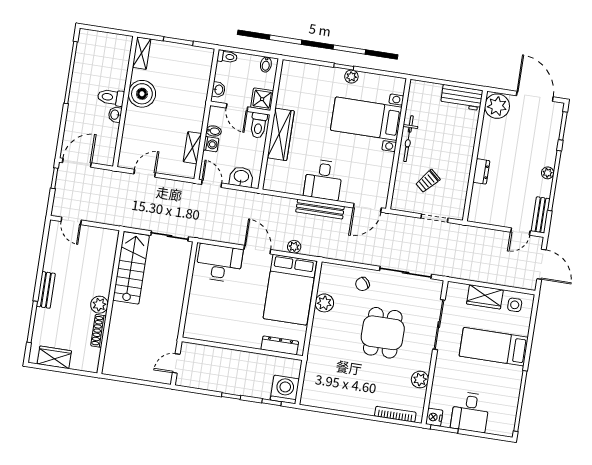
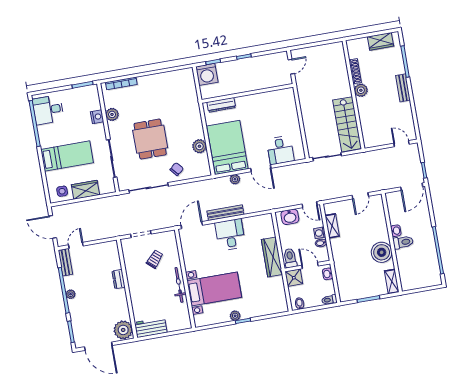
desk: (219, 263) -> (280, 150), width x0.73
desk: (470, 412) -> (48, 110), moved, turned -90
nightstand: (434, 417) -> (97, 117), moved

